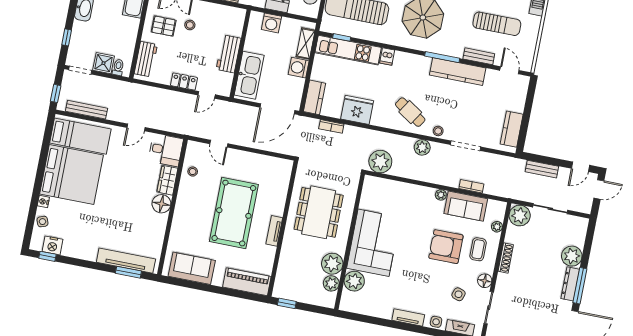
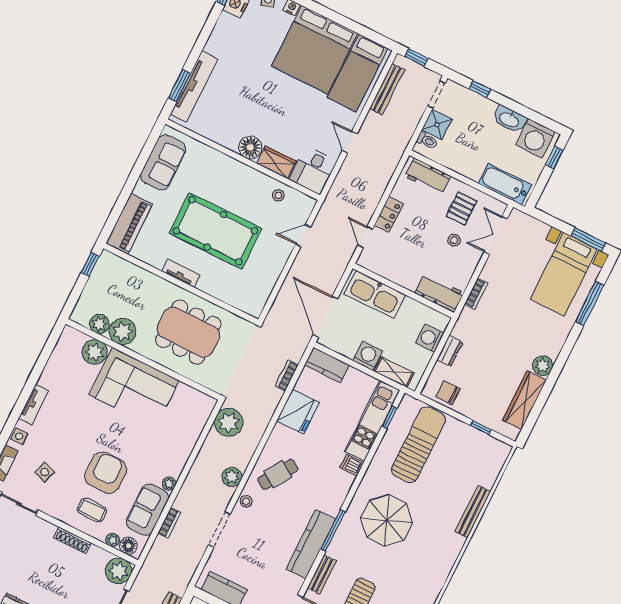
workbench: (229, 54) -> (439, 293), moved
floor lamp: (485, 281) -> (128, 546), moved

